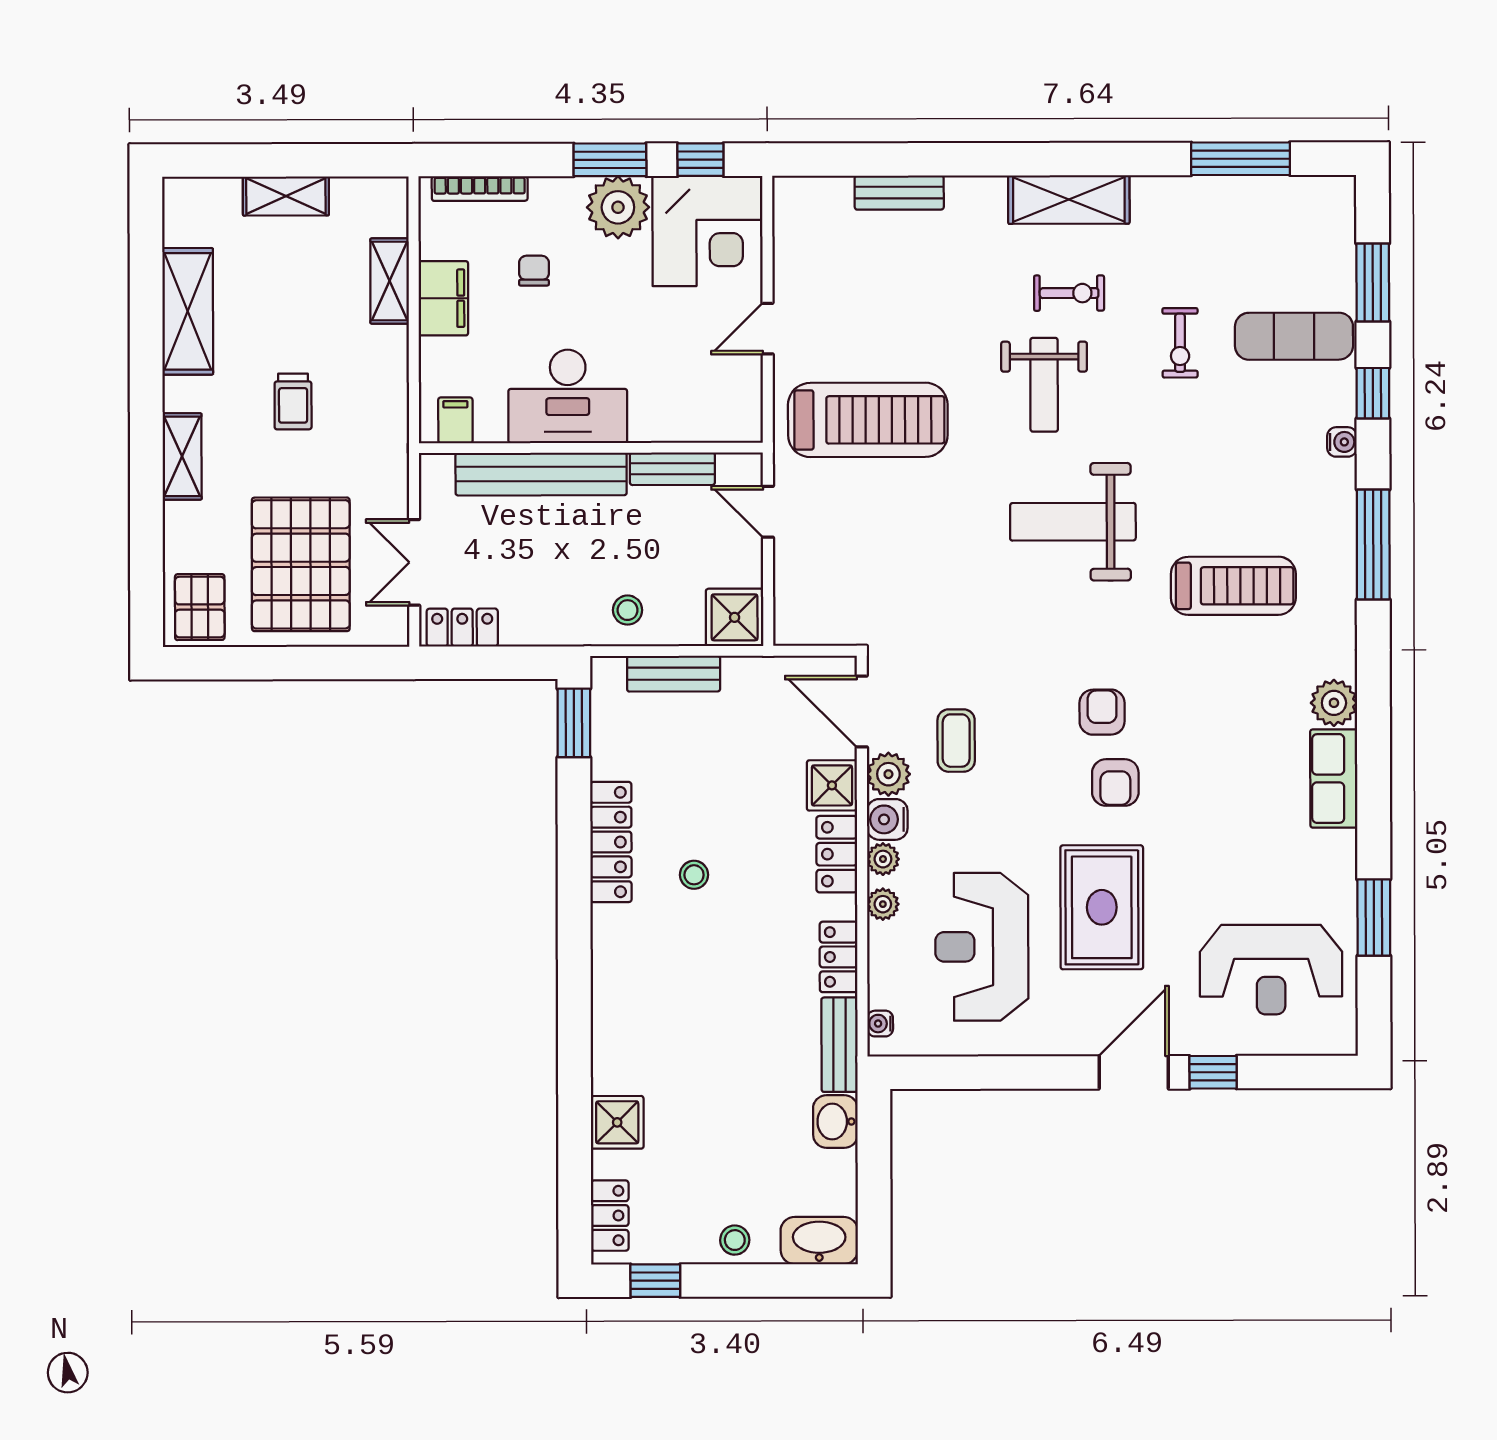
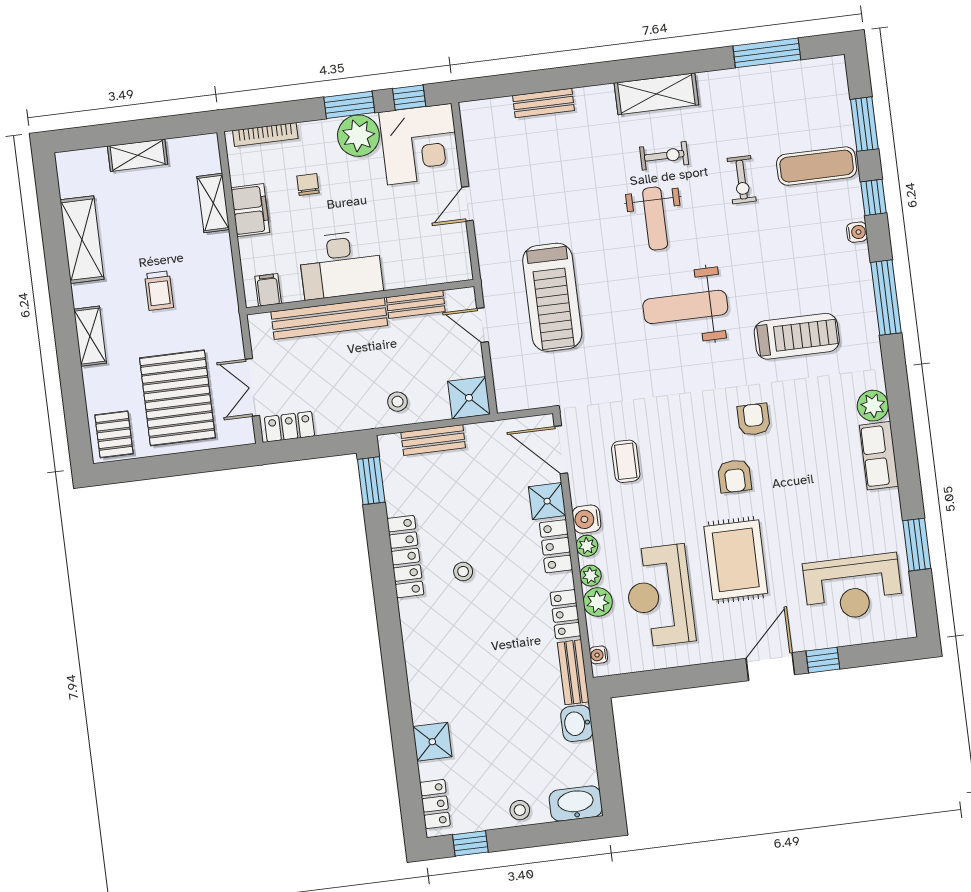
treadmill: (868, 420) -> (552, 297), moved, turned 90
armchair: (1102, 712) -> (754, 419), moved
plant: (888, 774) -> (598, 602), moved

